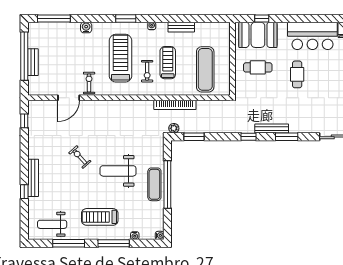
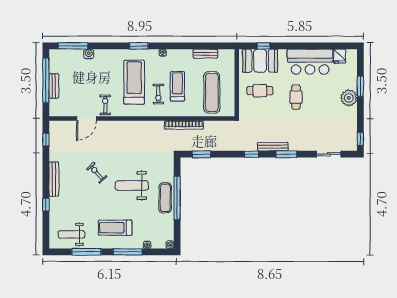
water cooler: (86, 27) -> (89, 54), moved
bench: (181, 27) -> (205, 54), moved
plant: (174, 128) -> (183, 146), removed
bench: (33, 178) -> (54, 179), moved

